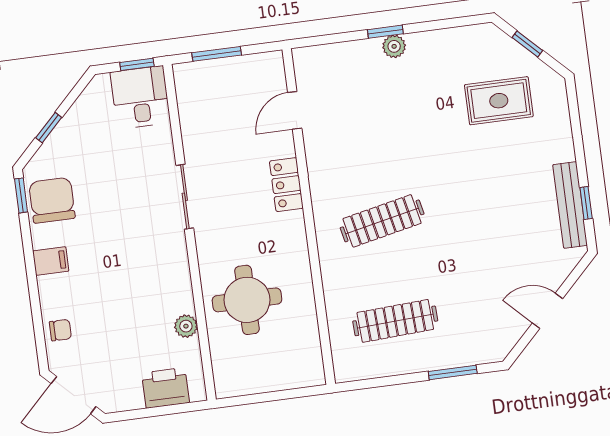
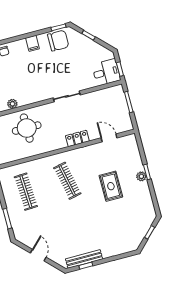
rug: (499, 101) -> (111, 186), moved

